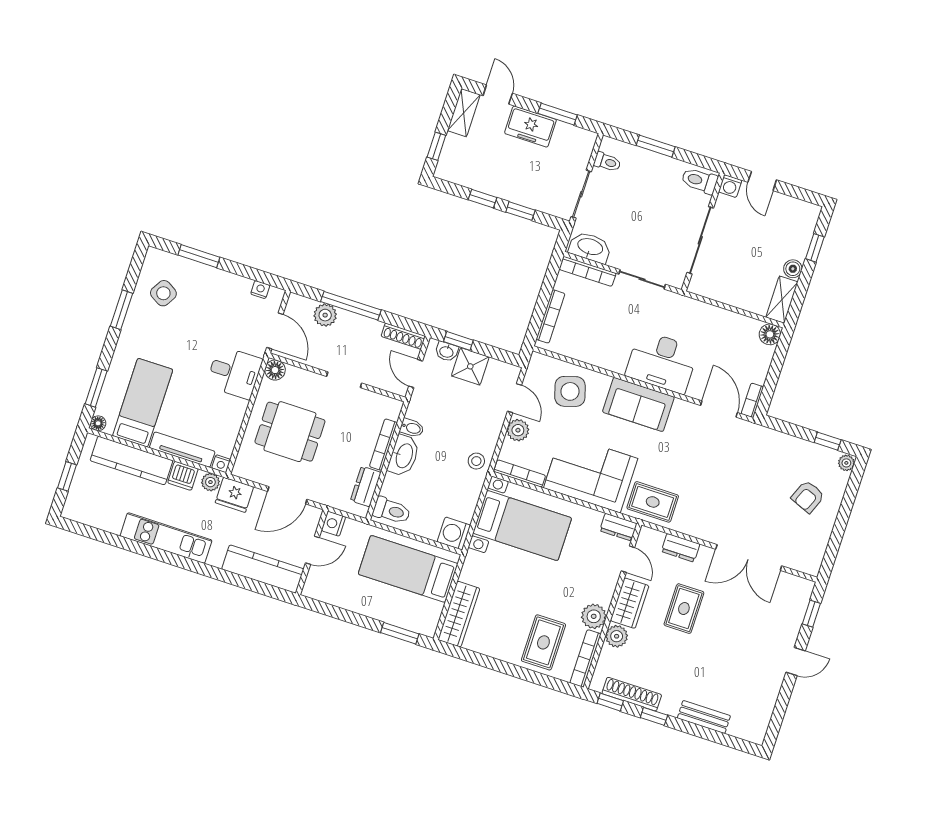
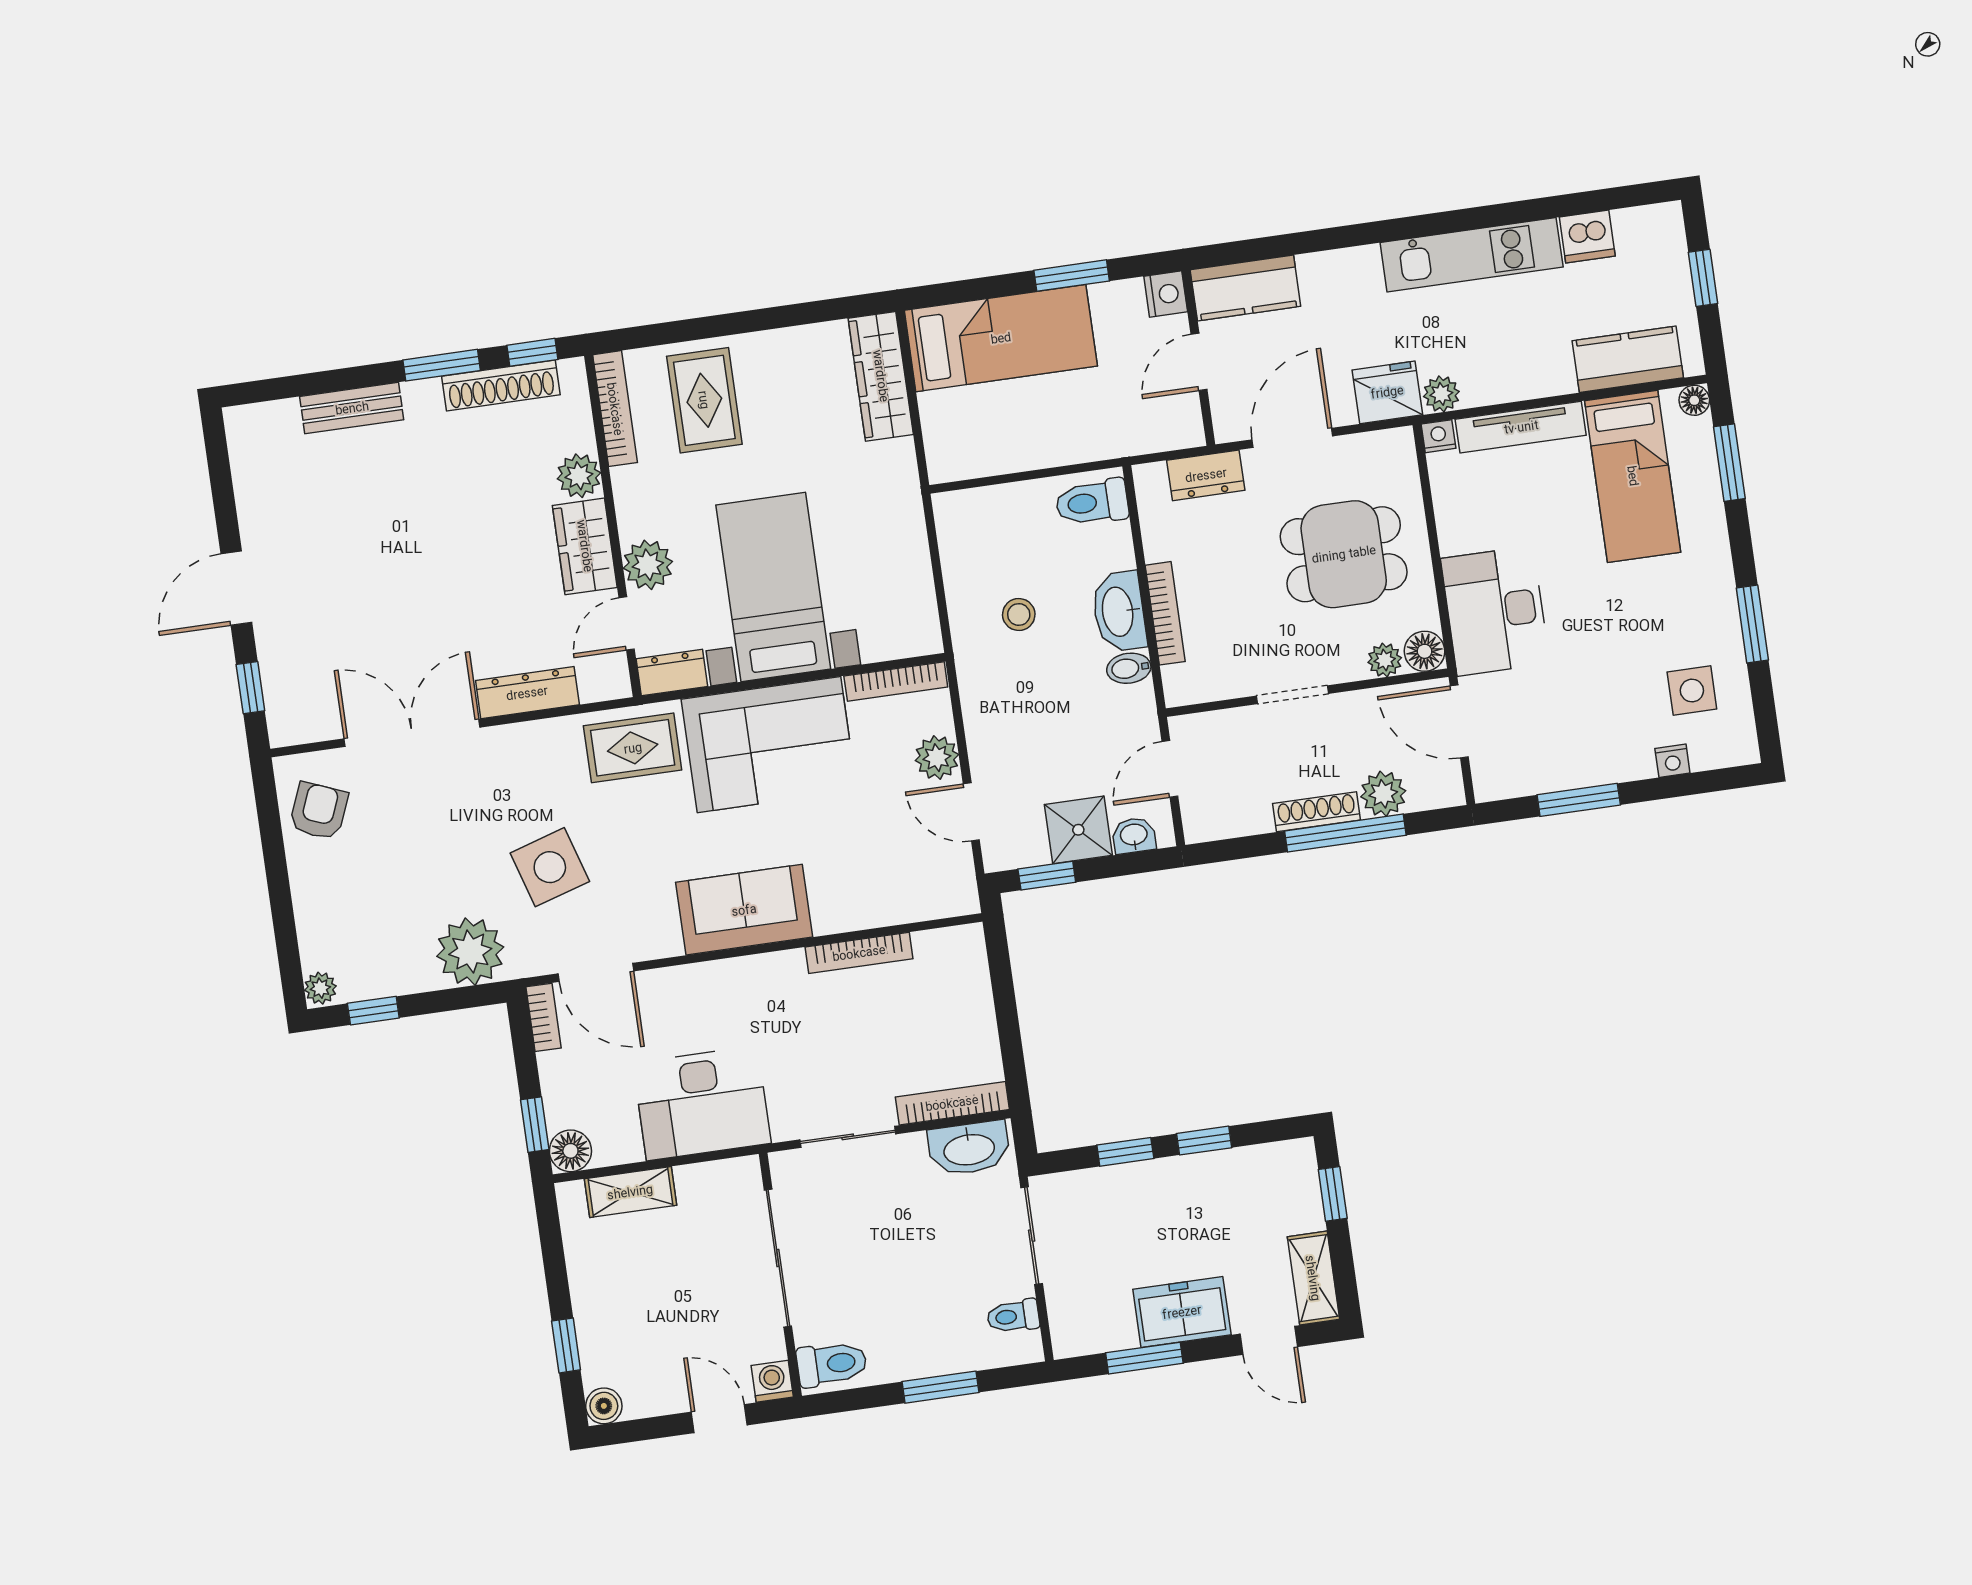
window: (199, 256) -> (1579, 800), moved
boiler: (793, 269) -> (604, 1406), moved
nightstand: (260, 290) -> (1672, 761), moved
side table: (163, 293) -> (1692, 691), turned -31
shelving: (782, 300) -> (630, 1192), moved, turned 90
bookcase: (551, 316) -> (859, 953), moved, turned -90
shoe rack: (403, 336) -> (1317, 812), moved
window: (458, 341) -> (1047, 876), moved
window: (780, 354) -> (535, 1125), added
desk: (662, 362) -> (702, 1103), moved, turned 180
desk: (234, 373) -> (1495, 611), width x1.37
door: (416, 374) -> (1170, 769), swing flipped
plant: (295, 375) -> (1385, 660), added
side table: (570, 391) -> (550, 867), moved
plant: (771, 446) -> (470, 952), added
kitchen counter: (131, 461) -> (1628, 359), width x0.67
stool: (476, 461) -> (1019, 615), moved
dishwasher: (183, 476) -> (1587, 237), moved, turned 180
dresser: (366, 487) -> (1206, 475), moved, turned 90
armchair: (808, 497) -> (319, 811), moved
nightstand: (333, 524) -> (1166, 294), moved
bed with nightstands: (522, 526) -> (773, 587), moved, turned 90
washing machine: (454, 533) -> (961, 516), removed
dresser: (681, 548) -> (527, 693), width x1.44
door: (628, 559) -> (627, 623), hinge flipped
kitchen counter: (263, 569) -> (1245, 288), width x0.67
bed: (408, 569) -> (1001, 338), moved
rug: (684, 609) -> (483, 585), removed
plant: (594, 616) -> (648, 565), moved
window: (400, 633) -> (1072, 276), moved
door: (796, 662) -> (236, 588), width x1.38
window: (654, 716) -> (442, 365), width x1.50

